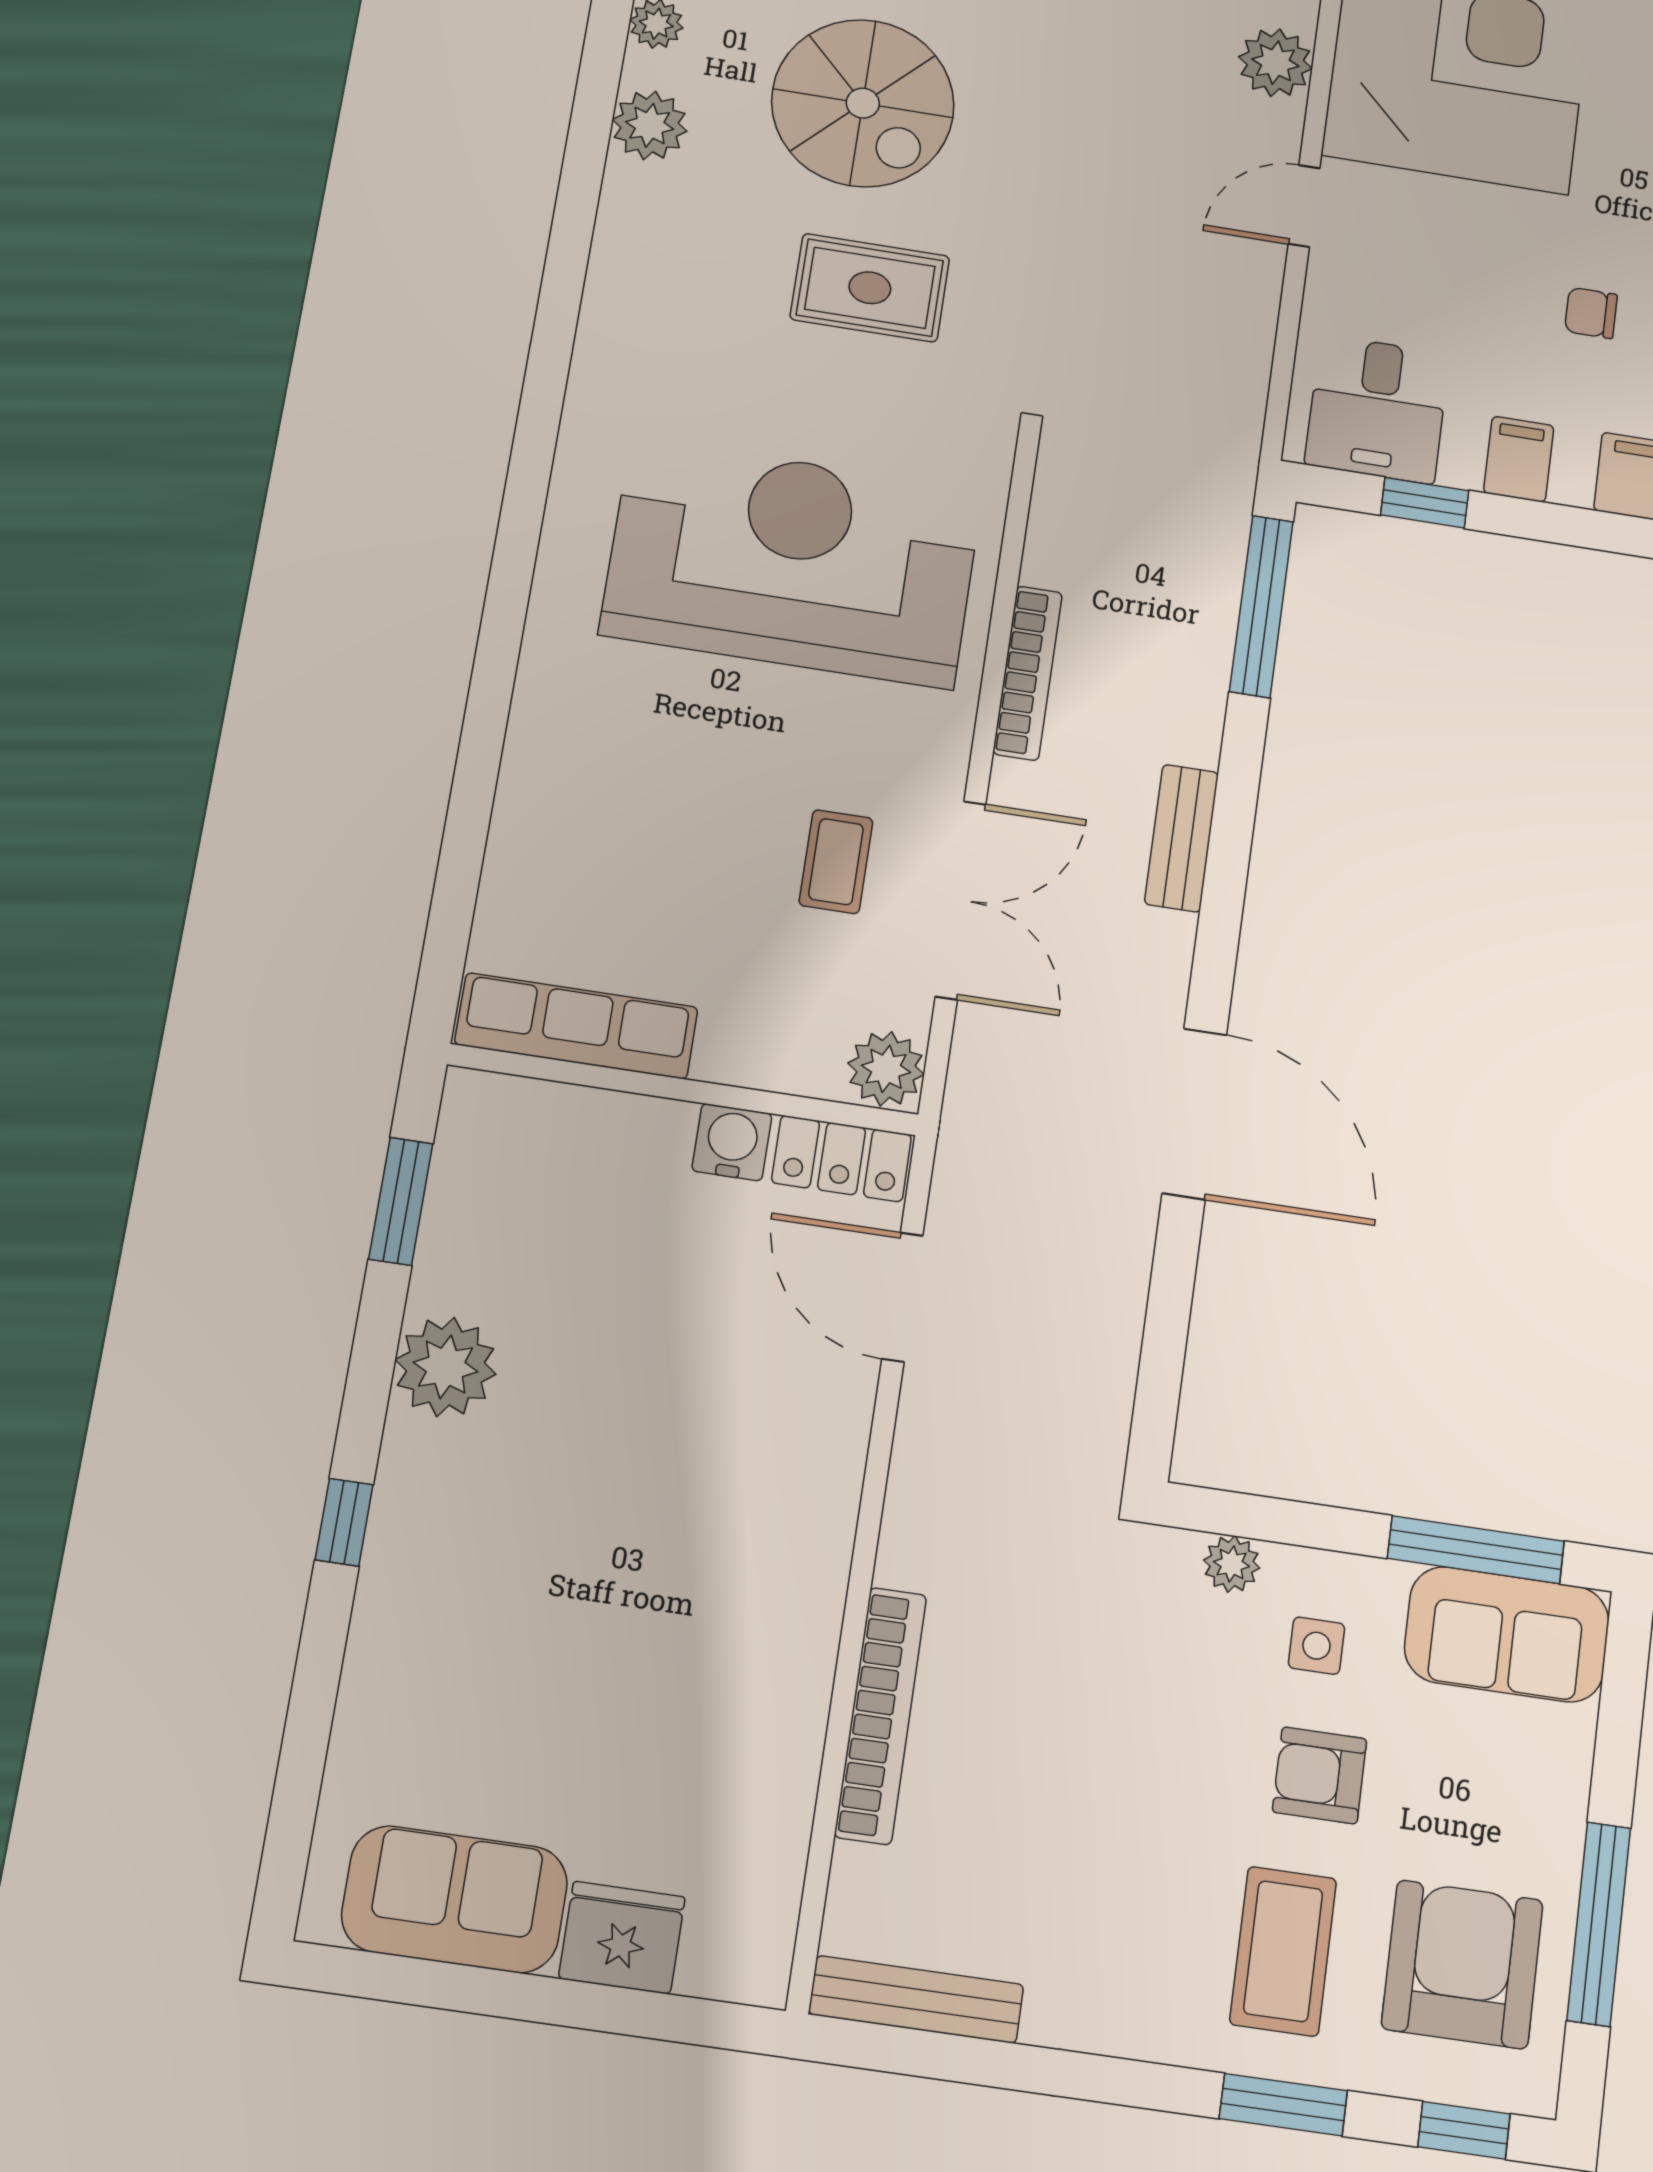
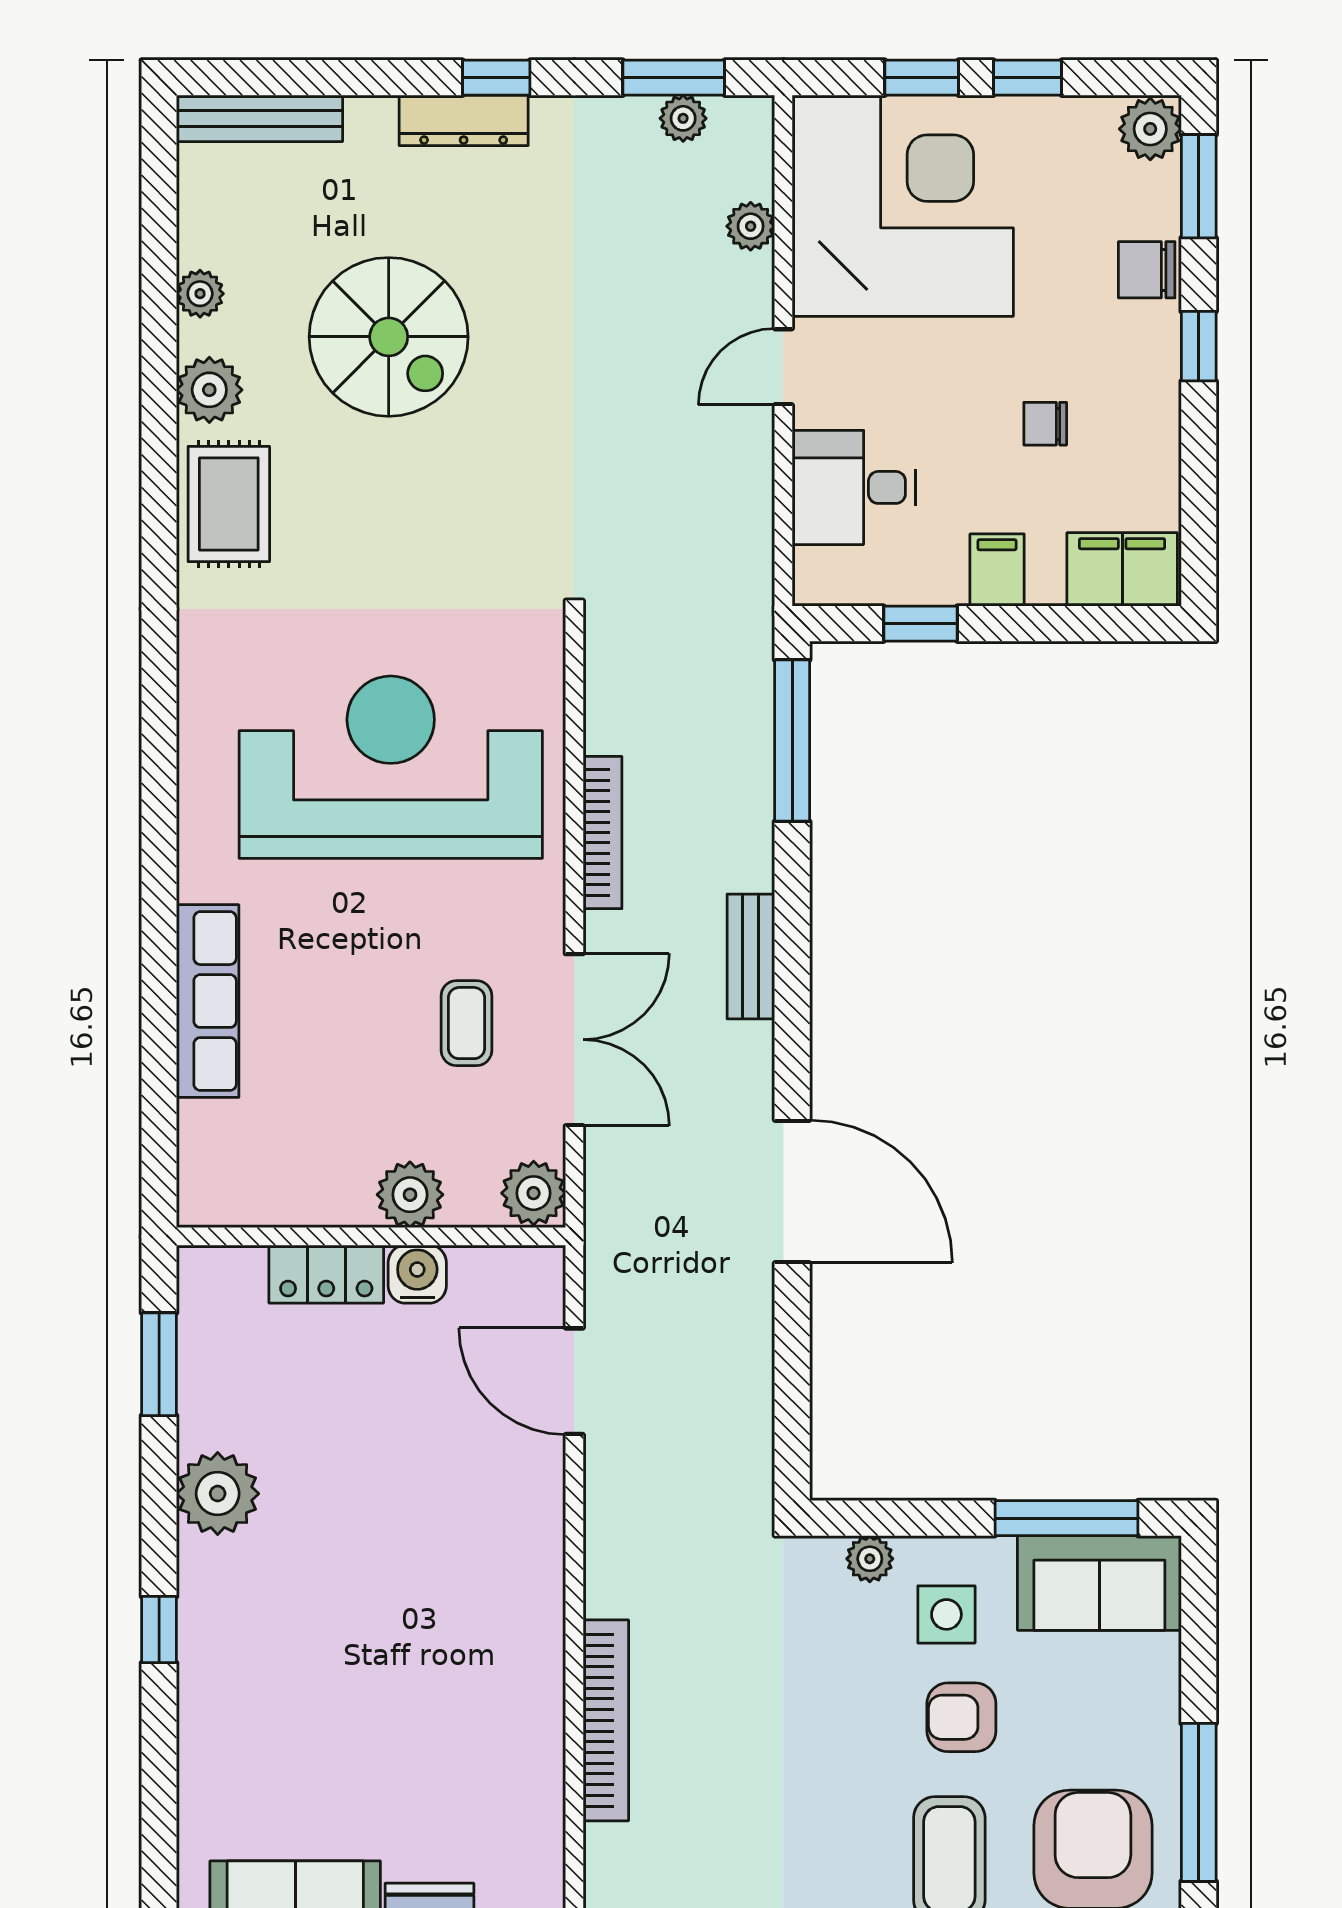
plant: (1275, 63) -> (751, 226), width x0.73, depth x0.73
rug: (870, 288) -> (229, 504), moved, turned 90
desk: (1377, 409) -> (854, 487), moved, turned 90
row of seats: (576, 1026) -> (208, 1001), moved, turned 90
plant: (738, 1048) -> (410, 1195), added
locker: (842, 1159) -> (326, 1274), moved
side table: (1316, 1646) -> (946, 1614), width x1.37, depth x1.37

